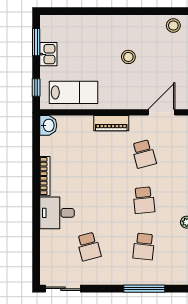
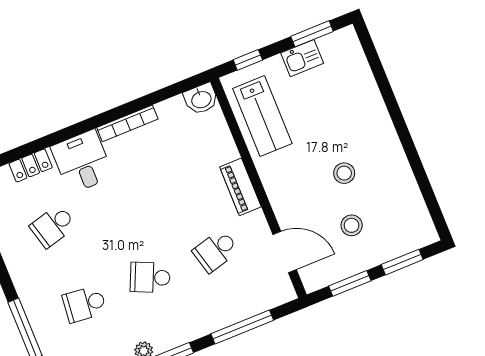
stool: (173, 26) -> (352, 225), moved
school desk: (144, 200) -> (150, 277), turned 30
locker: (47, 245) -> (31, 165), added

